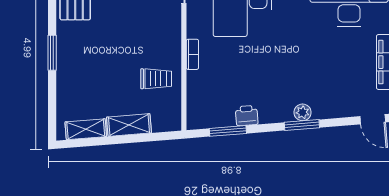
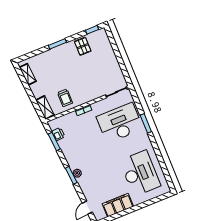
printer: (247, 116) -> (58, 134), moved
shelving: (129, 125) -> (45, 107), moved

